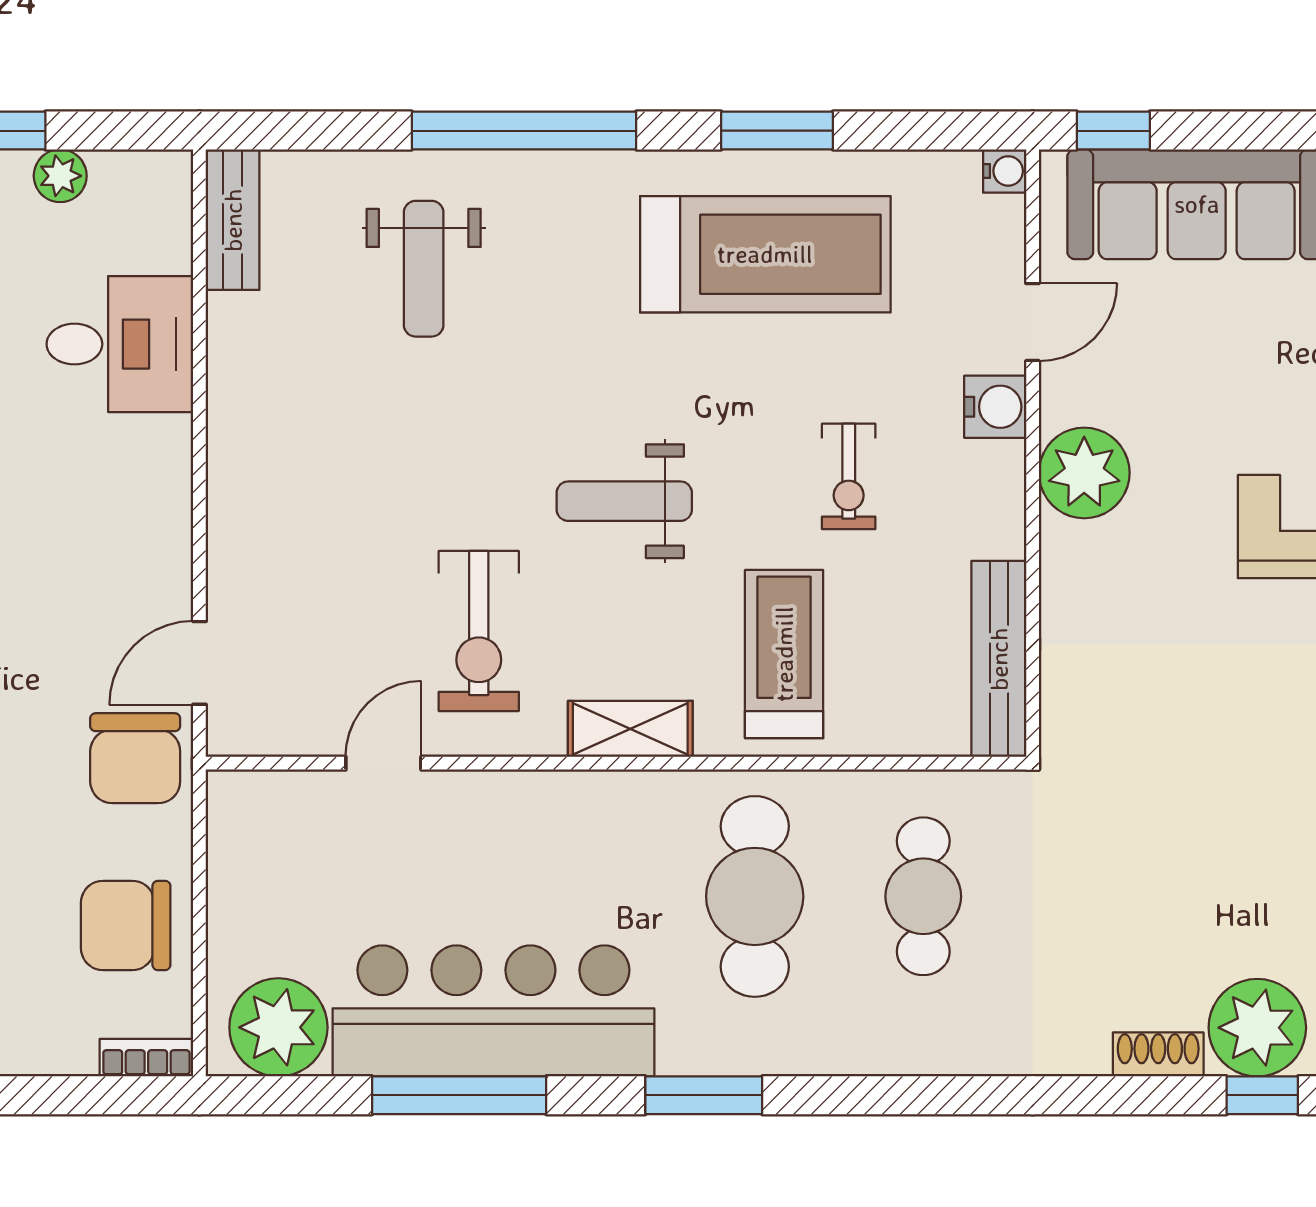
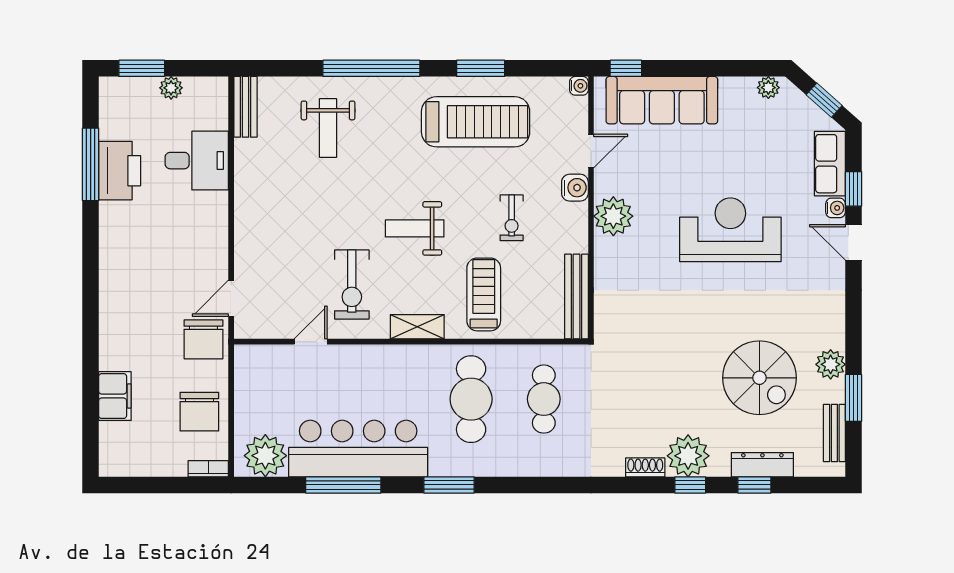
chair: (126, 925) -> (199, 412), turned -90

